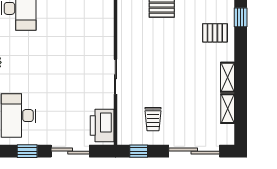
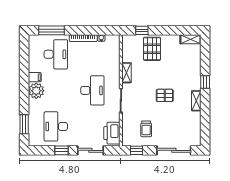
window: (241, 17) -> (205, 82), moved
pallet: (215, 33) -> (165, 95), moved
desk: (73, 62) -> (92, 90), added
shelving: (228, 109) -> (127, 73), moved

